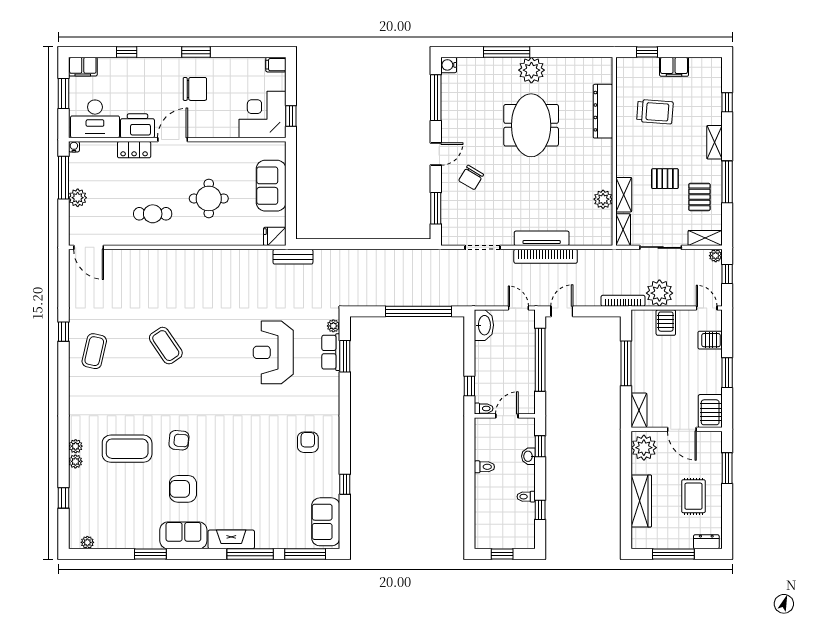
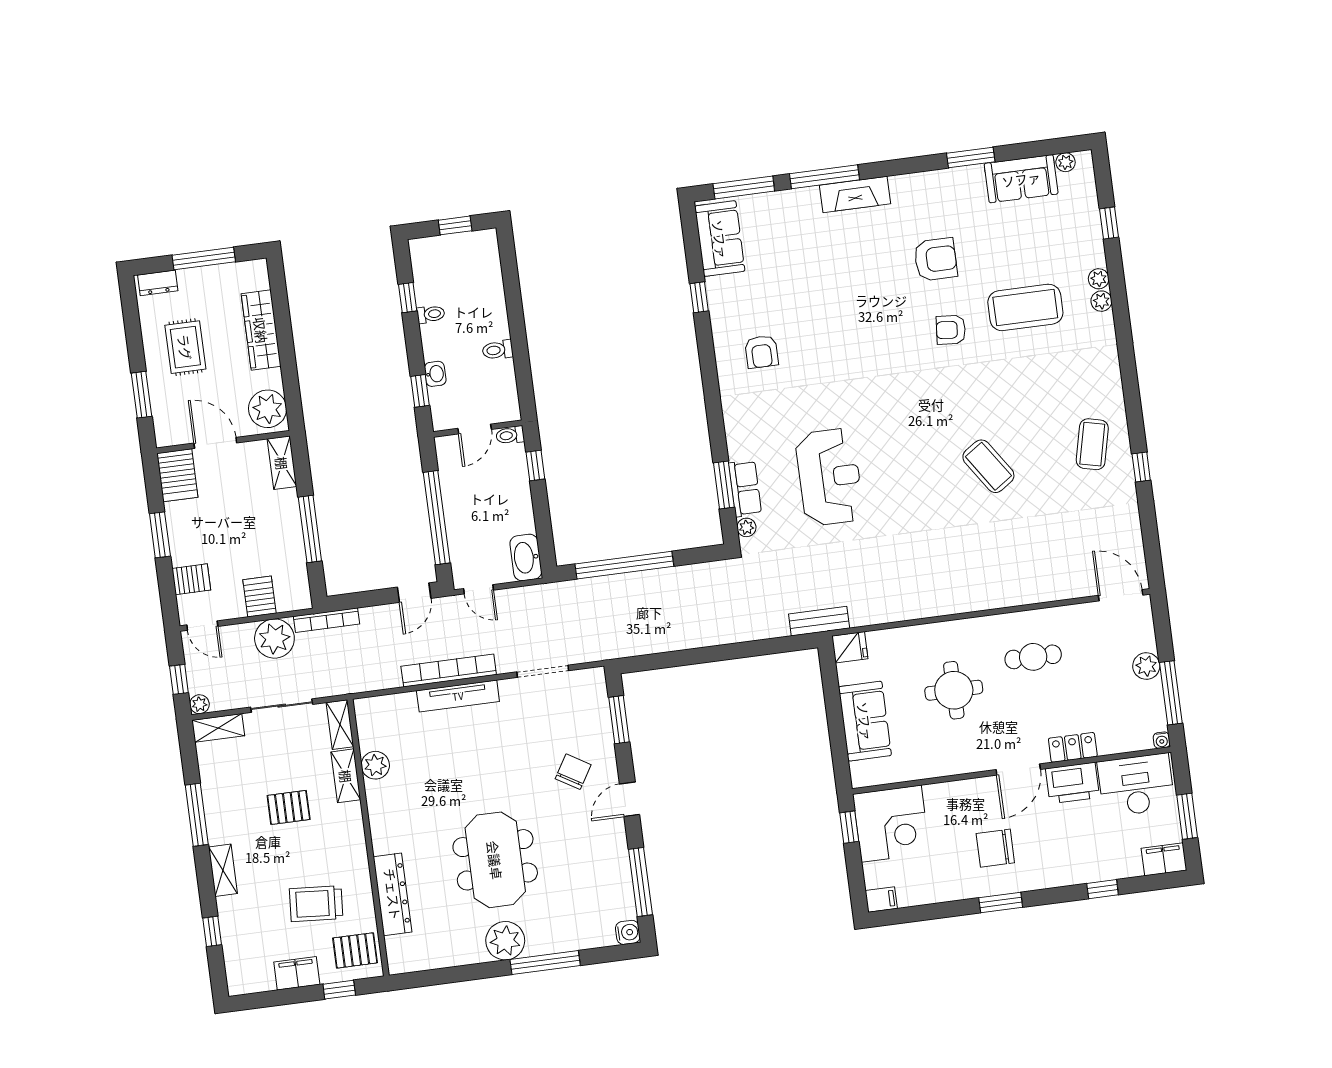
pallet: (699, 197) -> (355, 950), moved, turned 90
sofa: (183, 535) -> (1021, 179), moved

